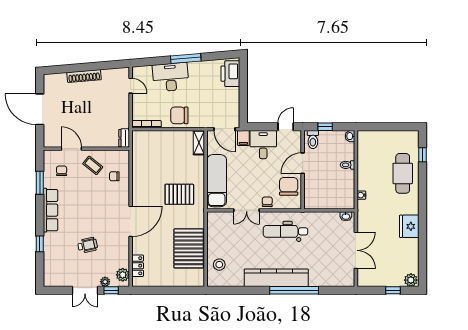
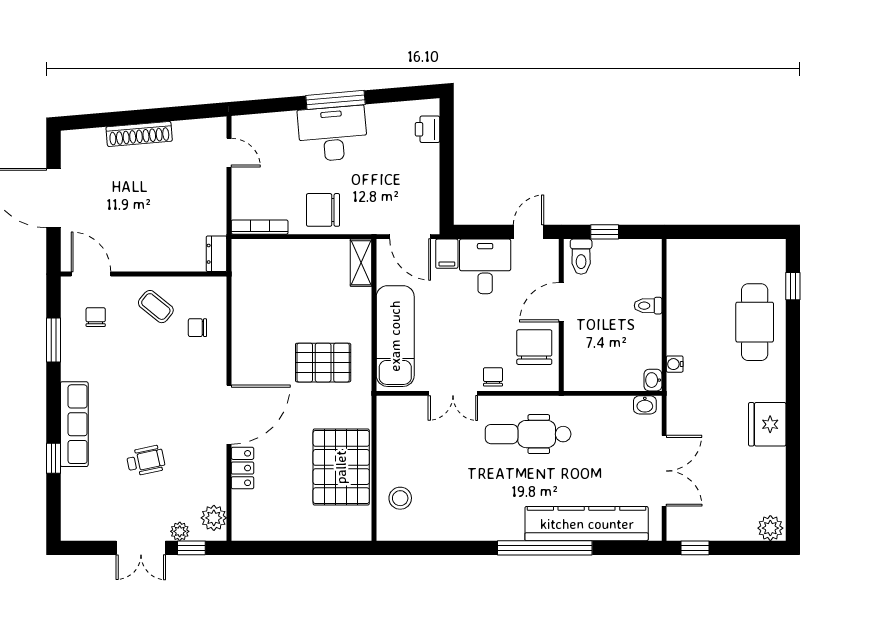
printer: (230, 74) -> (427, 129), width x0.53, depth x0.68
desk: (171, 77) -> (333, 134), moved
washbasin: (350, 136) -> (653, 380), moved
door: (71, 149) -> (91, 274), moved
row of seats: (51, 210) -> (74, 424), moved
locker: (138, 266) -> (242, 468), moved
kitchen counter: (276, 278) -> (587, 524), moved
window: (393, 290) -> (695, 548), moved

